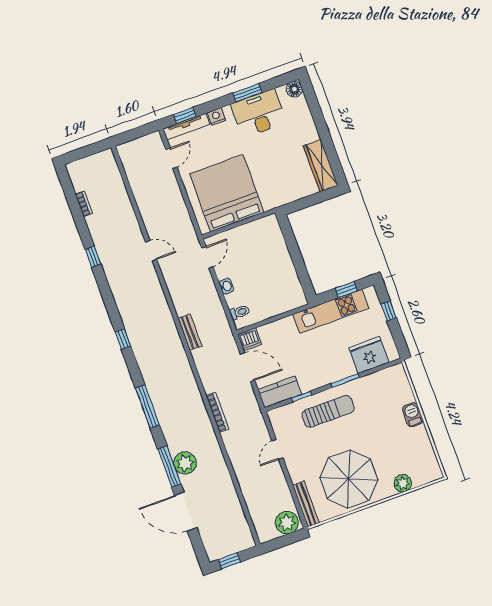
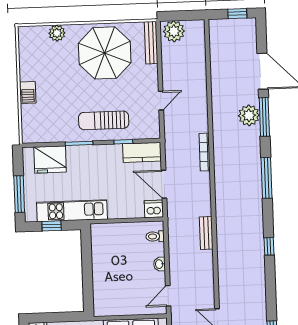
window: (389, 311) -> (19, 194), width x2.17

